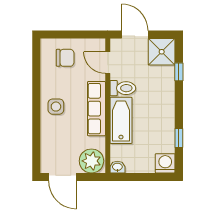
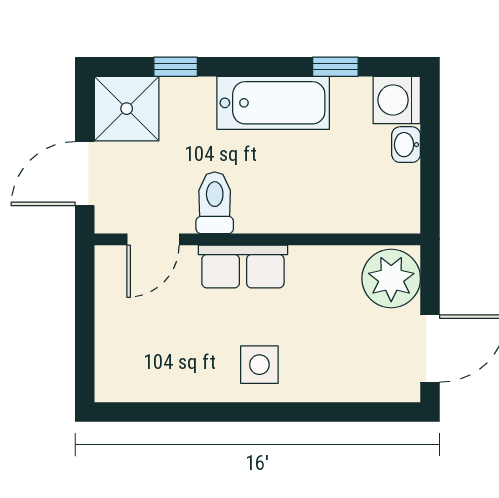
chair: (65, 58) -> (141, 342), removed
row of seats: (96, 109) -> (243, 266), width x0.68
bathtub: (121, 120) -> (273, 103), moved, turned 180
washbasin: (117, 167) -> (406, 145), moved

